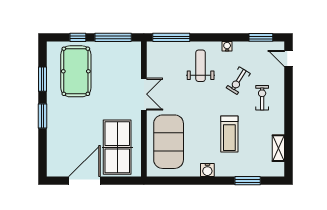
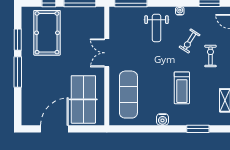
weight bench: (201, 66) -> (156, 28), turned 180
double door: (144, 94) -> (107, 53), swing flipped
window: (43, 116) -> (18, 72), width x1.44
exercise mat: (169, 142) -> (128, 95), width x0.68

